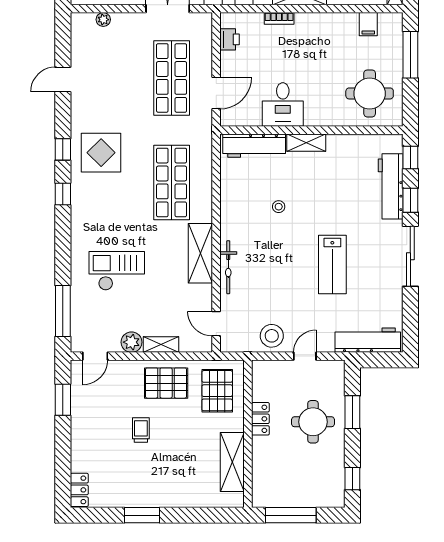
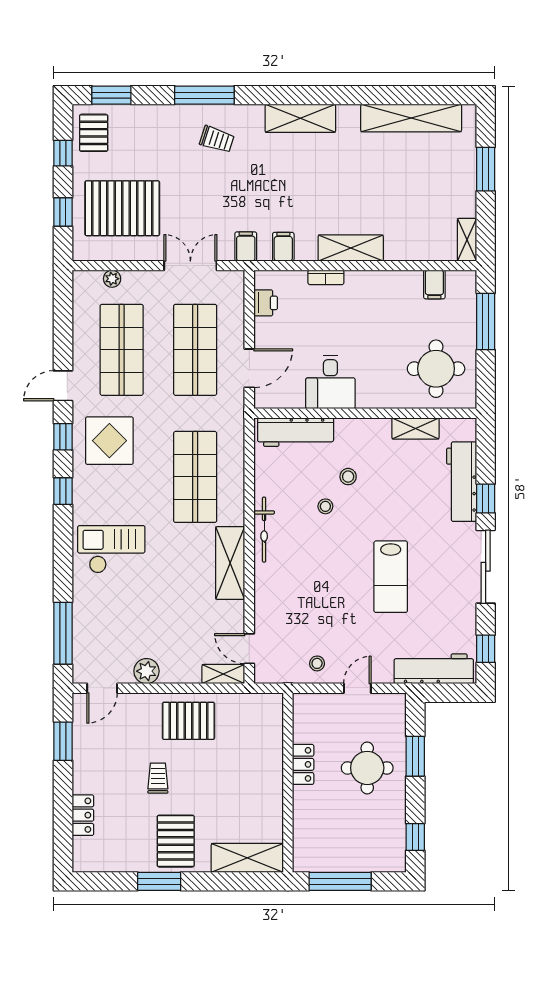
shop shelf: (111, 78) -> (122, 350), added
door: (63, 79) -> (63, 386), moved
shelving: (306, 143) -> (415, 428), moved
window: (410, 157) -> (486, 649), moved
stool: (297, 182) -> (348, 477), added
bicycle: (228, 267) -> (264, 530), moved
checkout: (117, 271) -> (111, 549), moved
stool: (272, 336) -> (317, 663), width x0.53, depth x0.53
shelving: (161, 345) -> (223, 674), moved
pallet: (217, 391) -> (176, 841), moved
shelving: (232, 462) -> (247, 858), moved, turned 90
locker: (79, 490) -> (83, 815), moved

